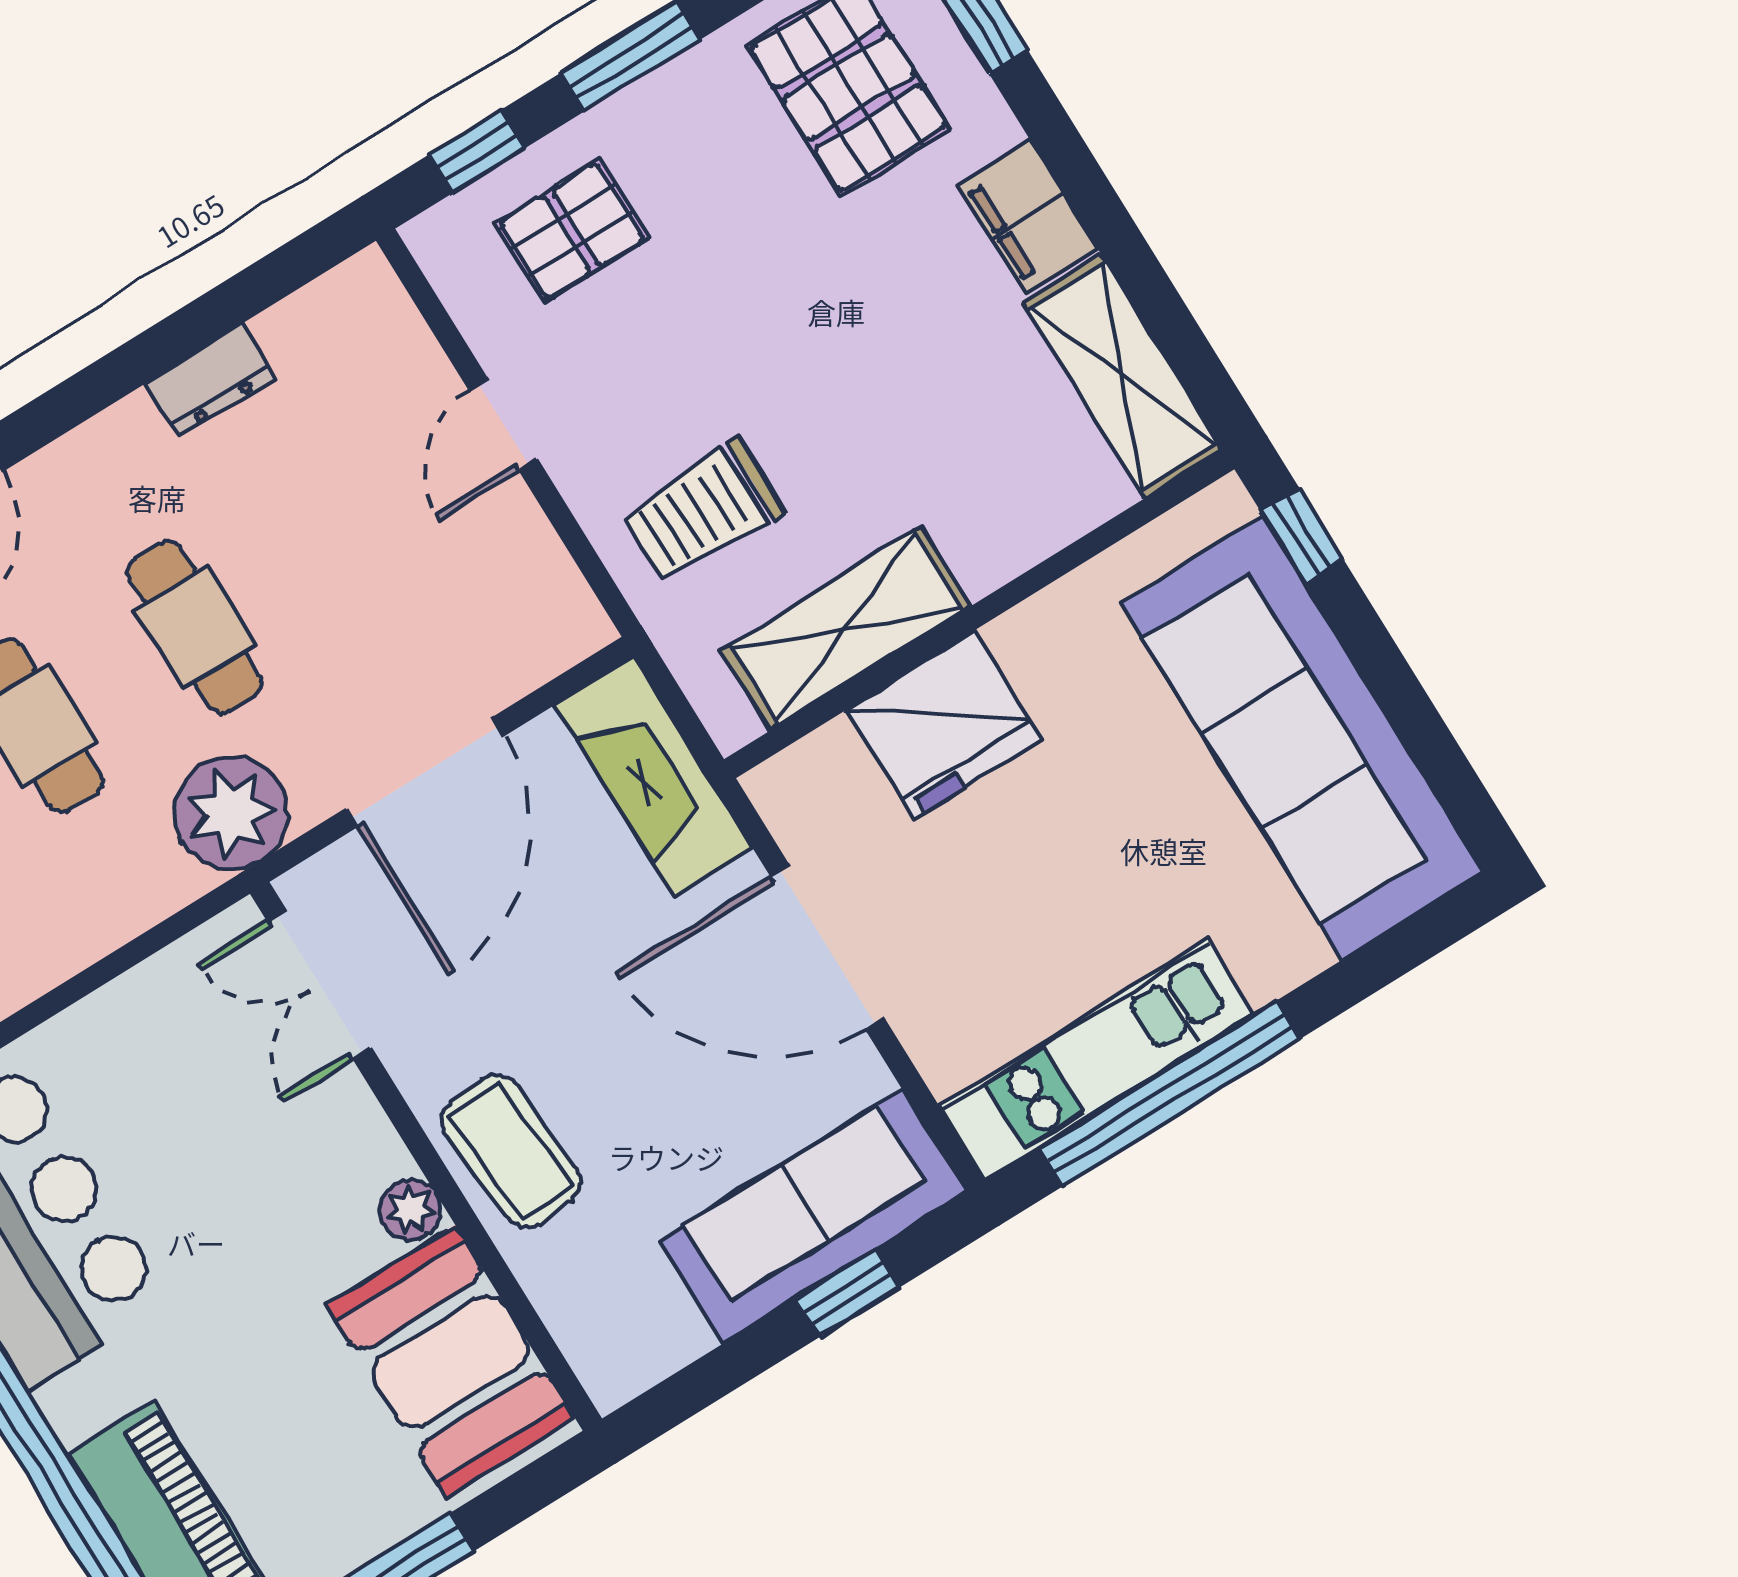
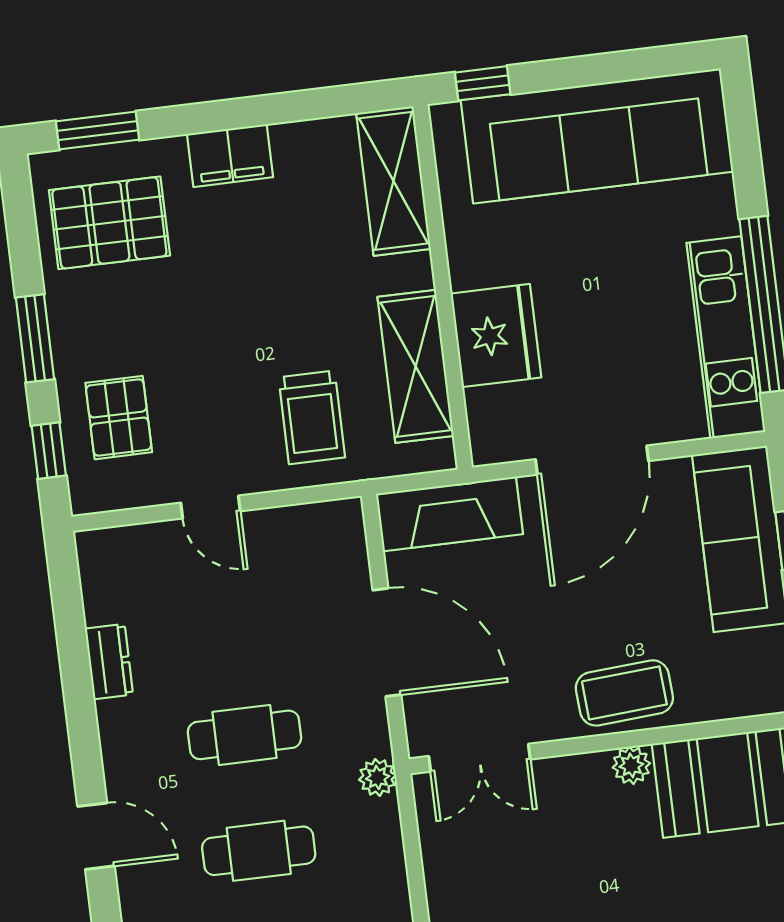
shelving: (1123, 376) -> (393, 181), moved, turned 90
plant: (231, 813) -> (378, 777), width x0.53, depth x0.53

